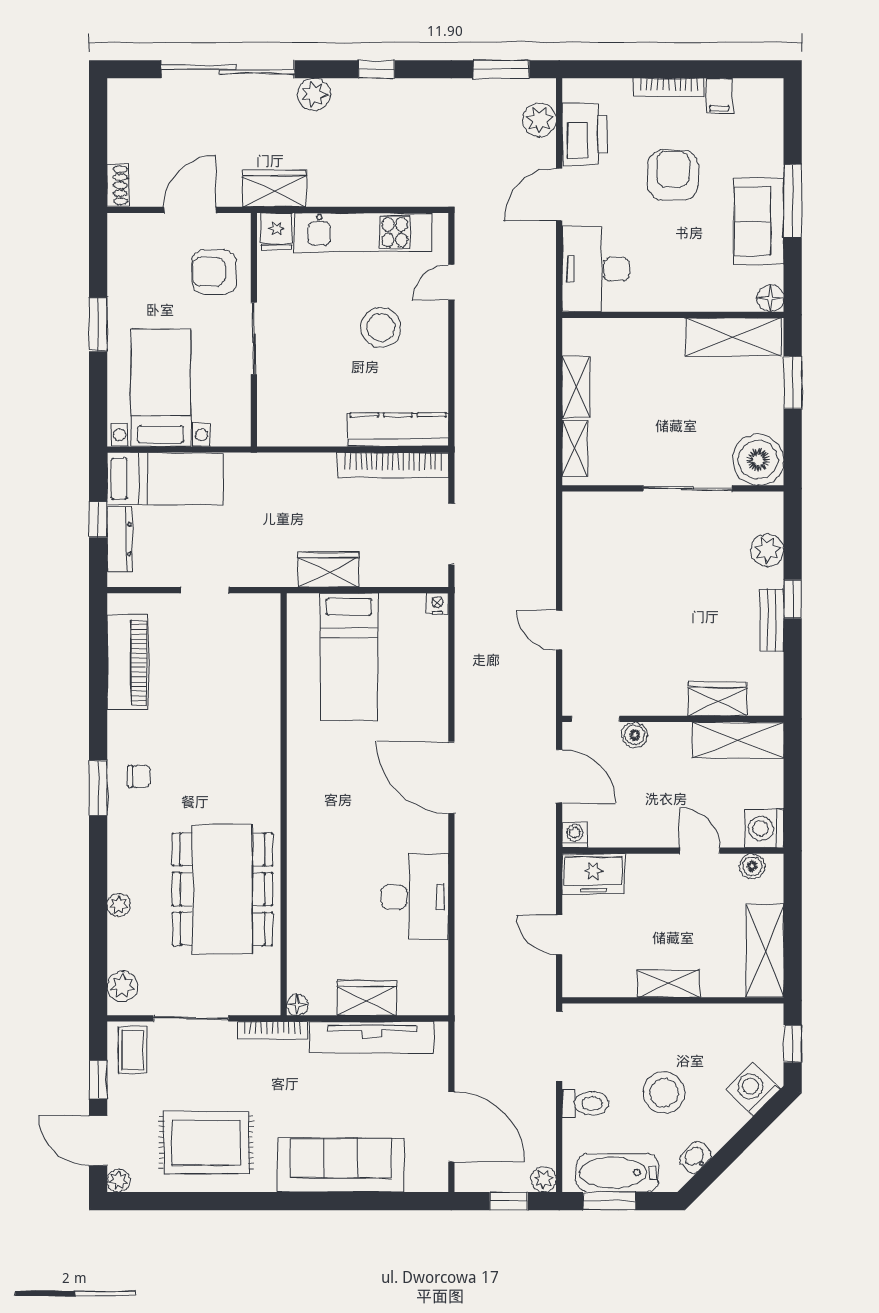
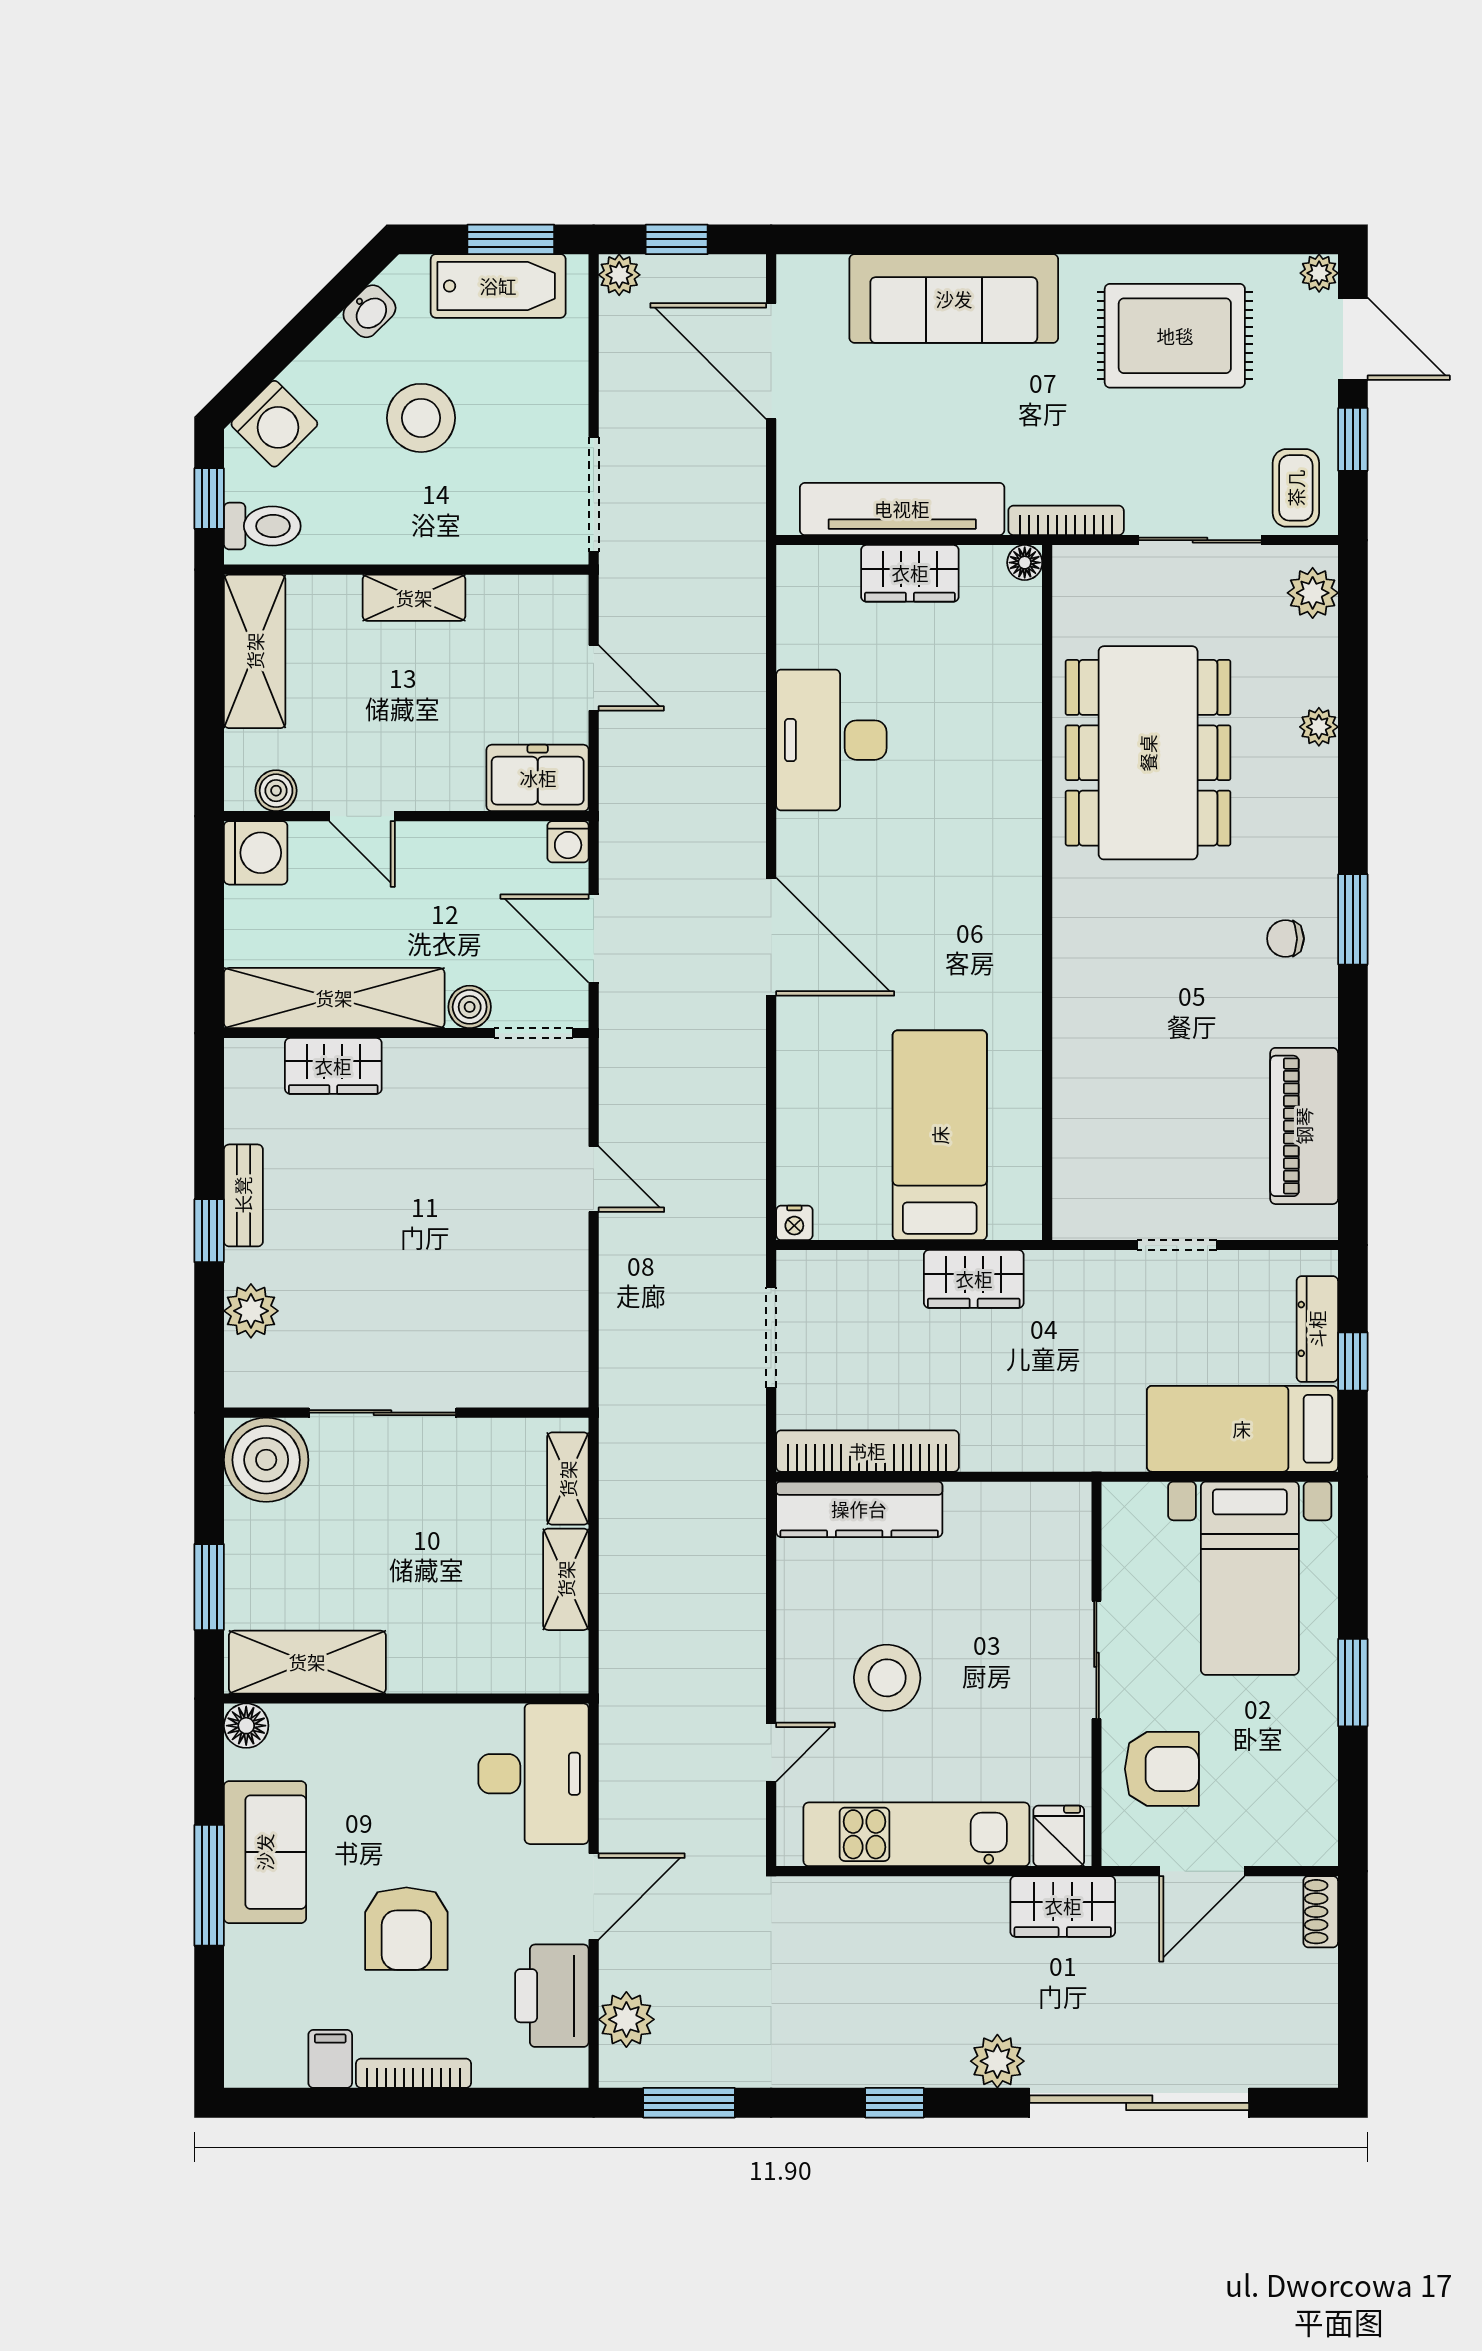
shelving: (738, 740) -> (334, 998), width x1.47
toilet: (585, 1103) -> (262, 526), moved, turned 180

